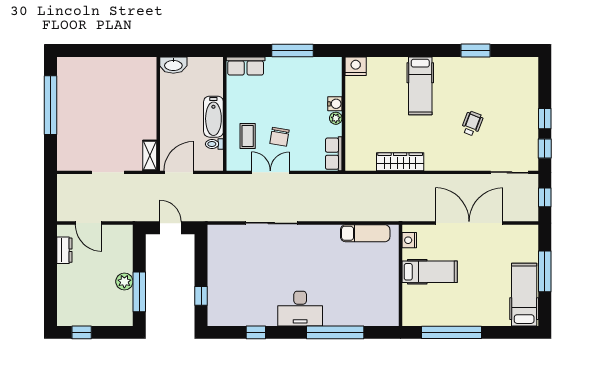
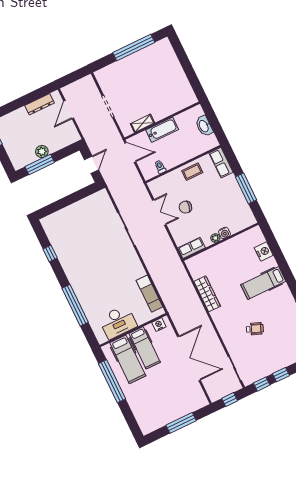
washbasin: (173, 65) -> (204, 126), moved
nightstand: (356, 66) -> (264, 251), moved
bathtub: (213, 117) -> (162, 130), moved, turned 180
coffee table: (248, 136) -> (192, 172), moved
shelving: (150, 156) -> (142, 123), moved
dresser: (64, 250) -> (40, 104), width x1.44
hospital bed: (524, 295) -> (128, 359), moved, turned 90
window: (201, 296) -> (57, 206), removed
desk: (300, 309) -> (118, 322), moved, turned -90

